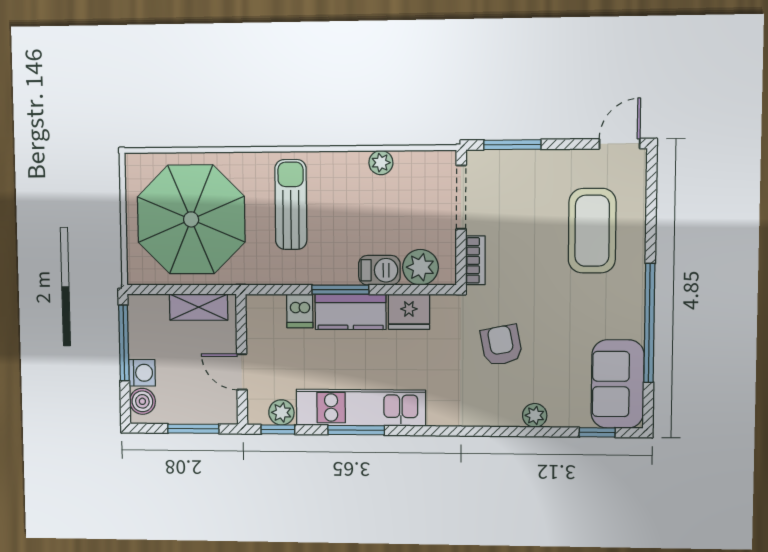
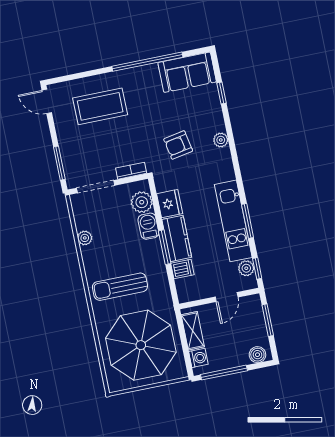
washing machine: (142, 373) -> (198, 358), moved, turned 90
plant: (535, 415) -> (221, 140), moved
window: (597, 432) -> (221, 93), moved

